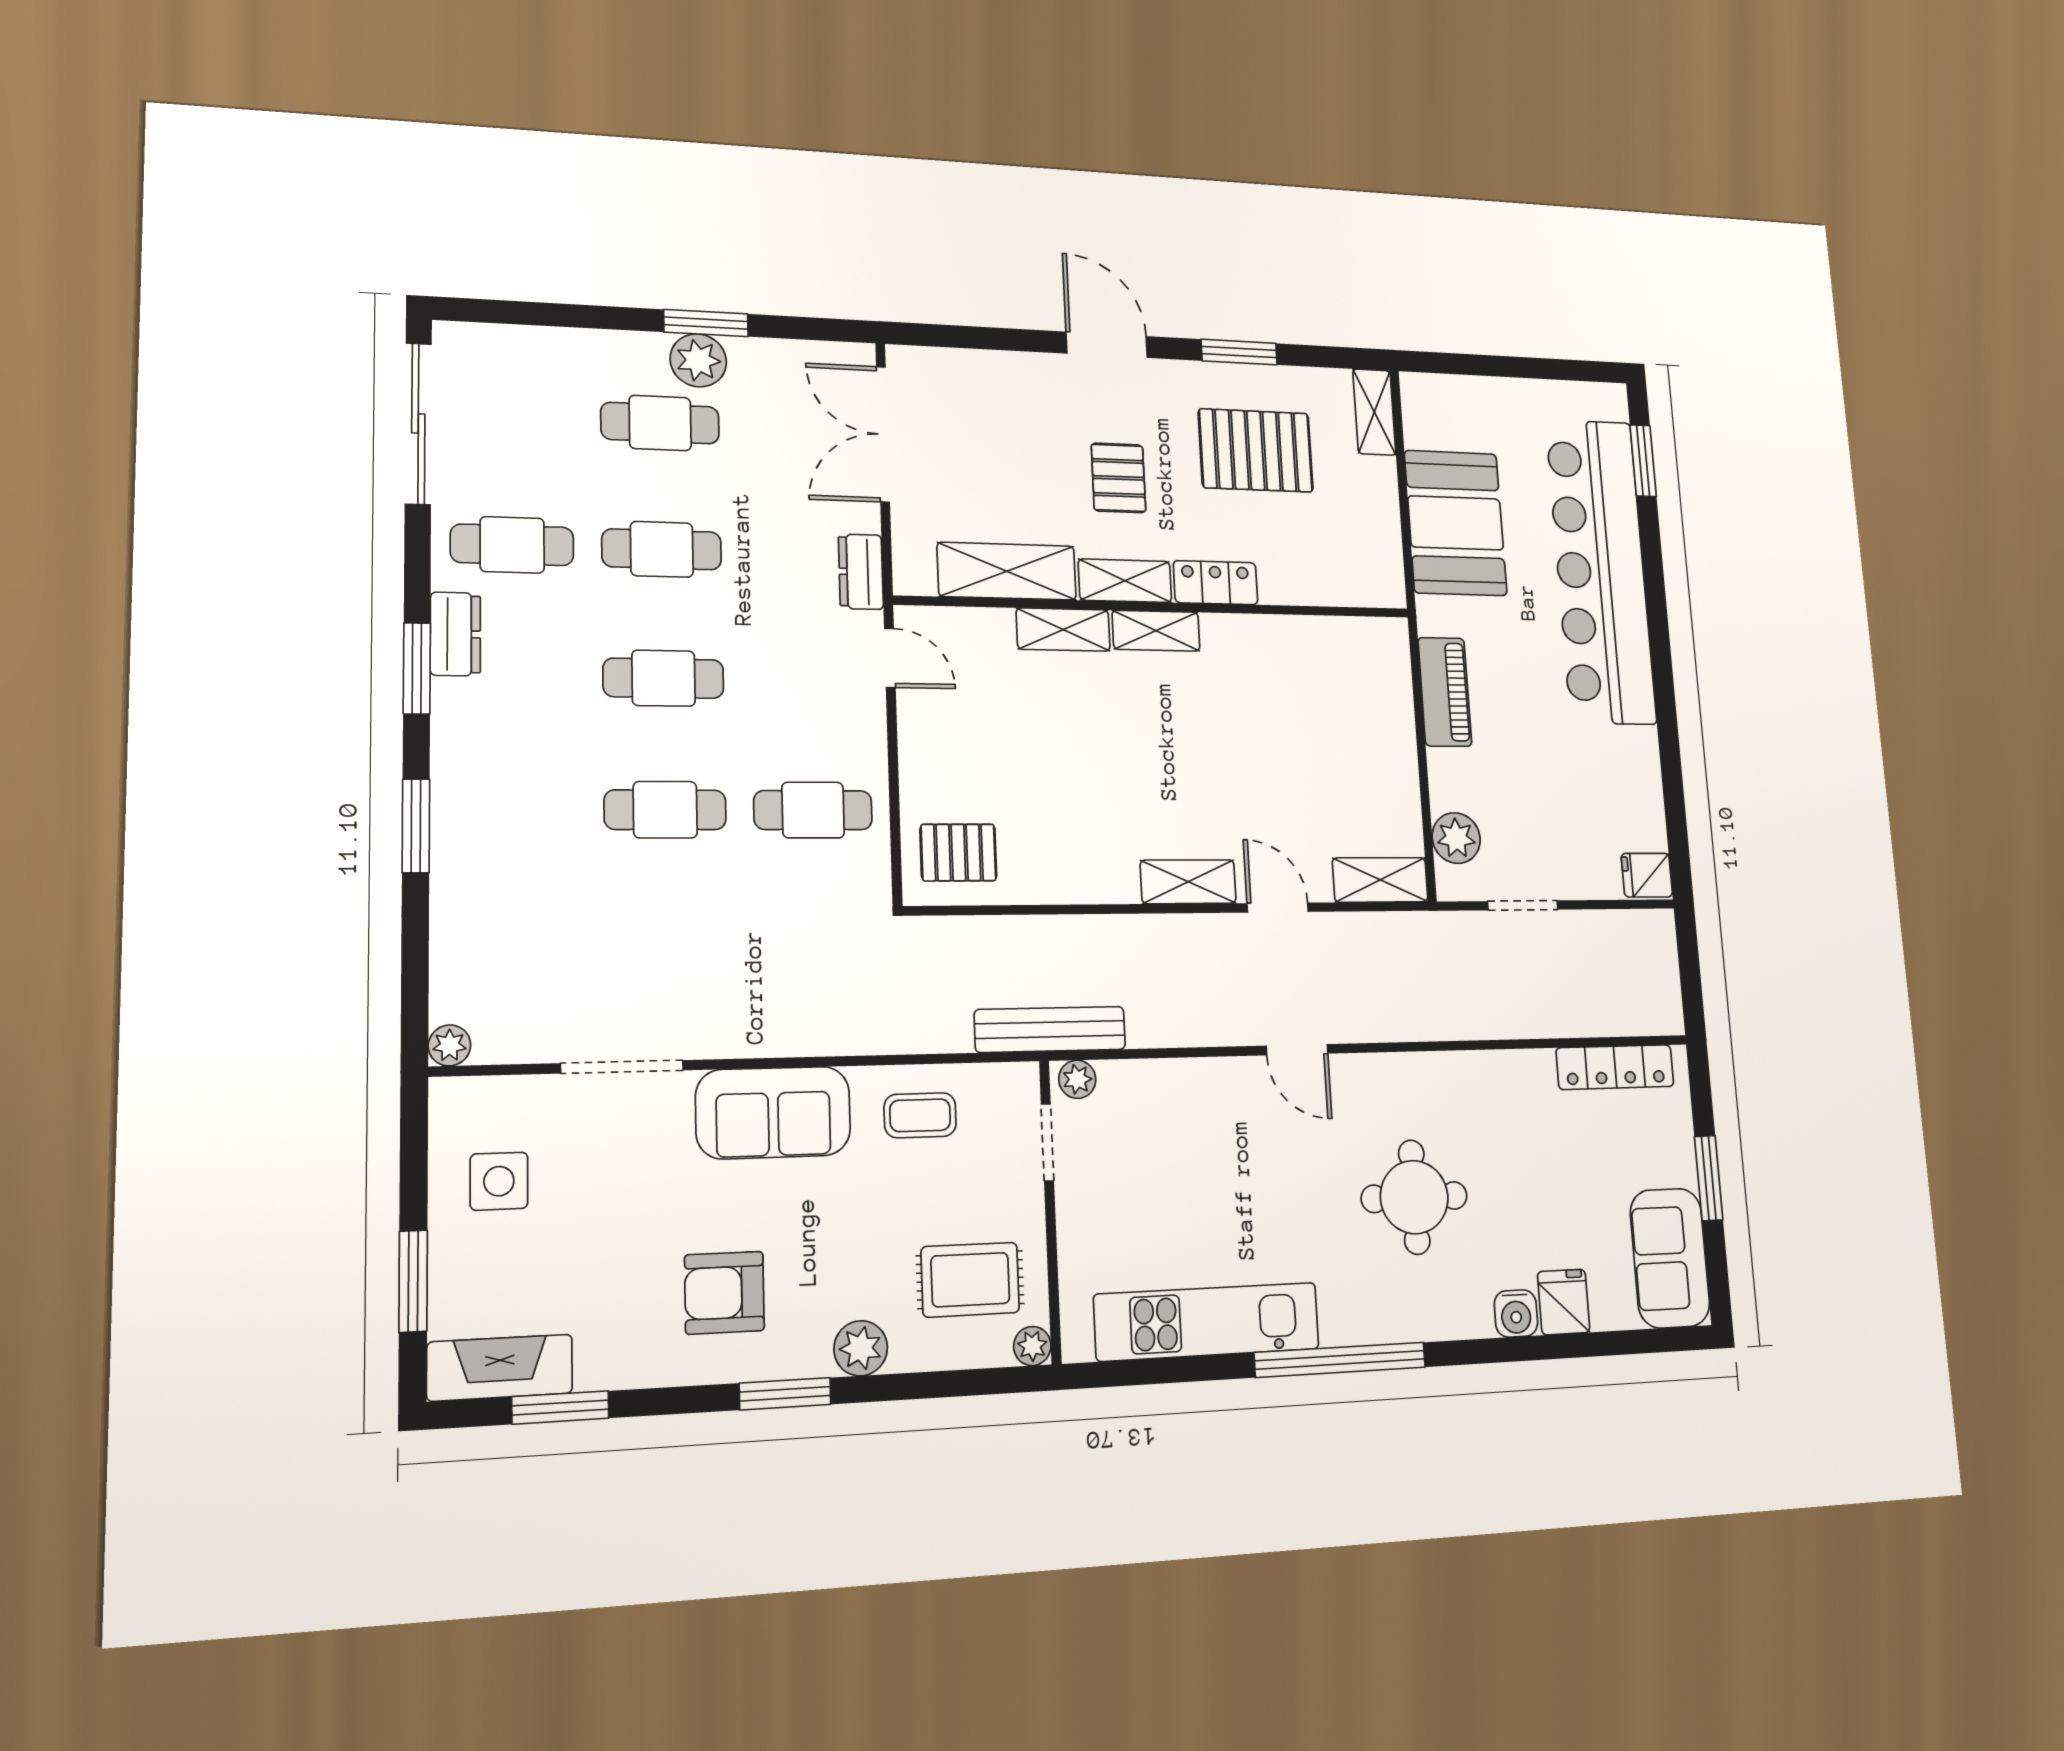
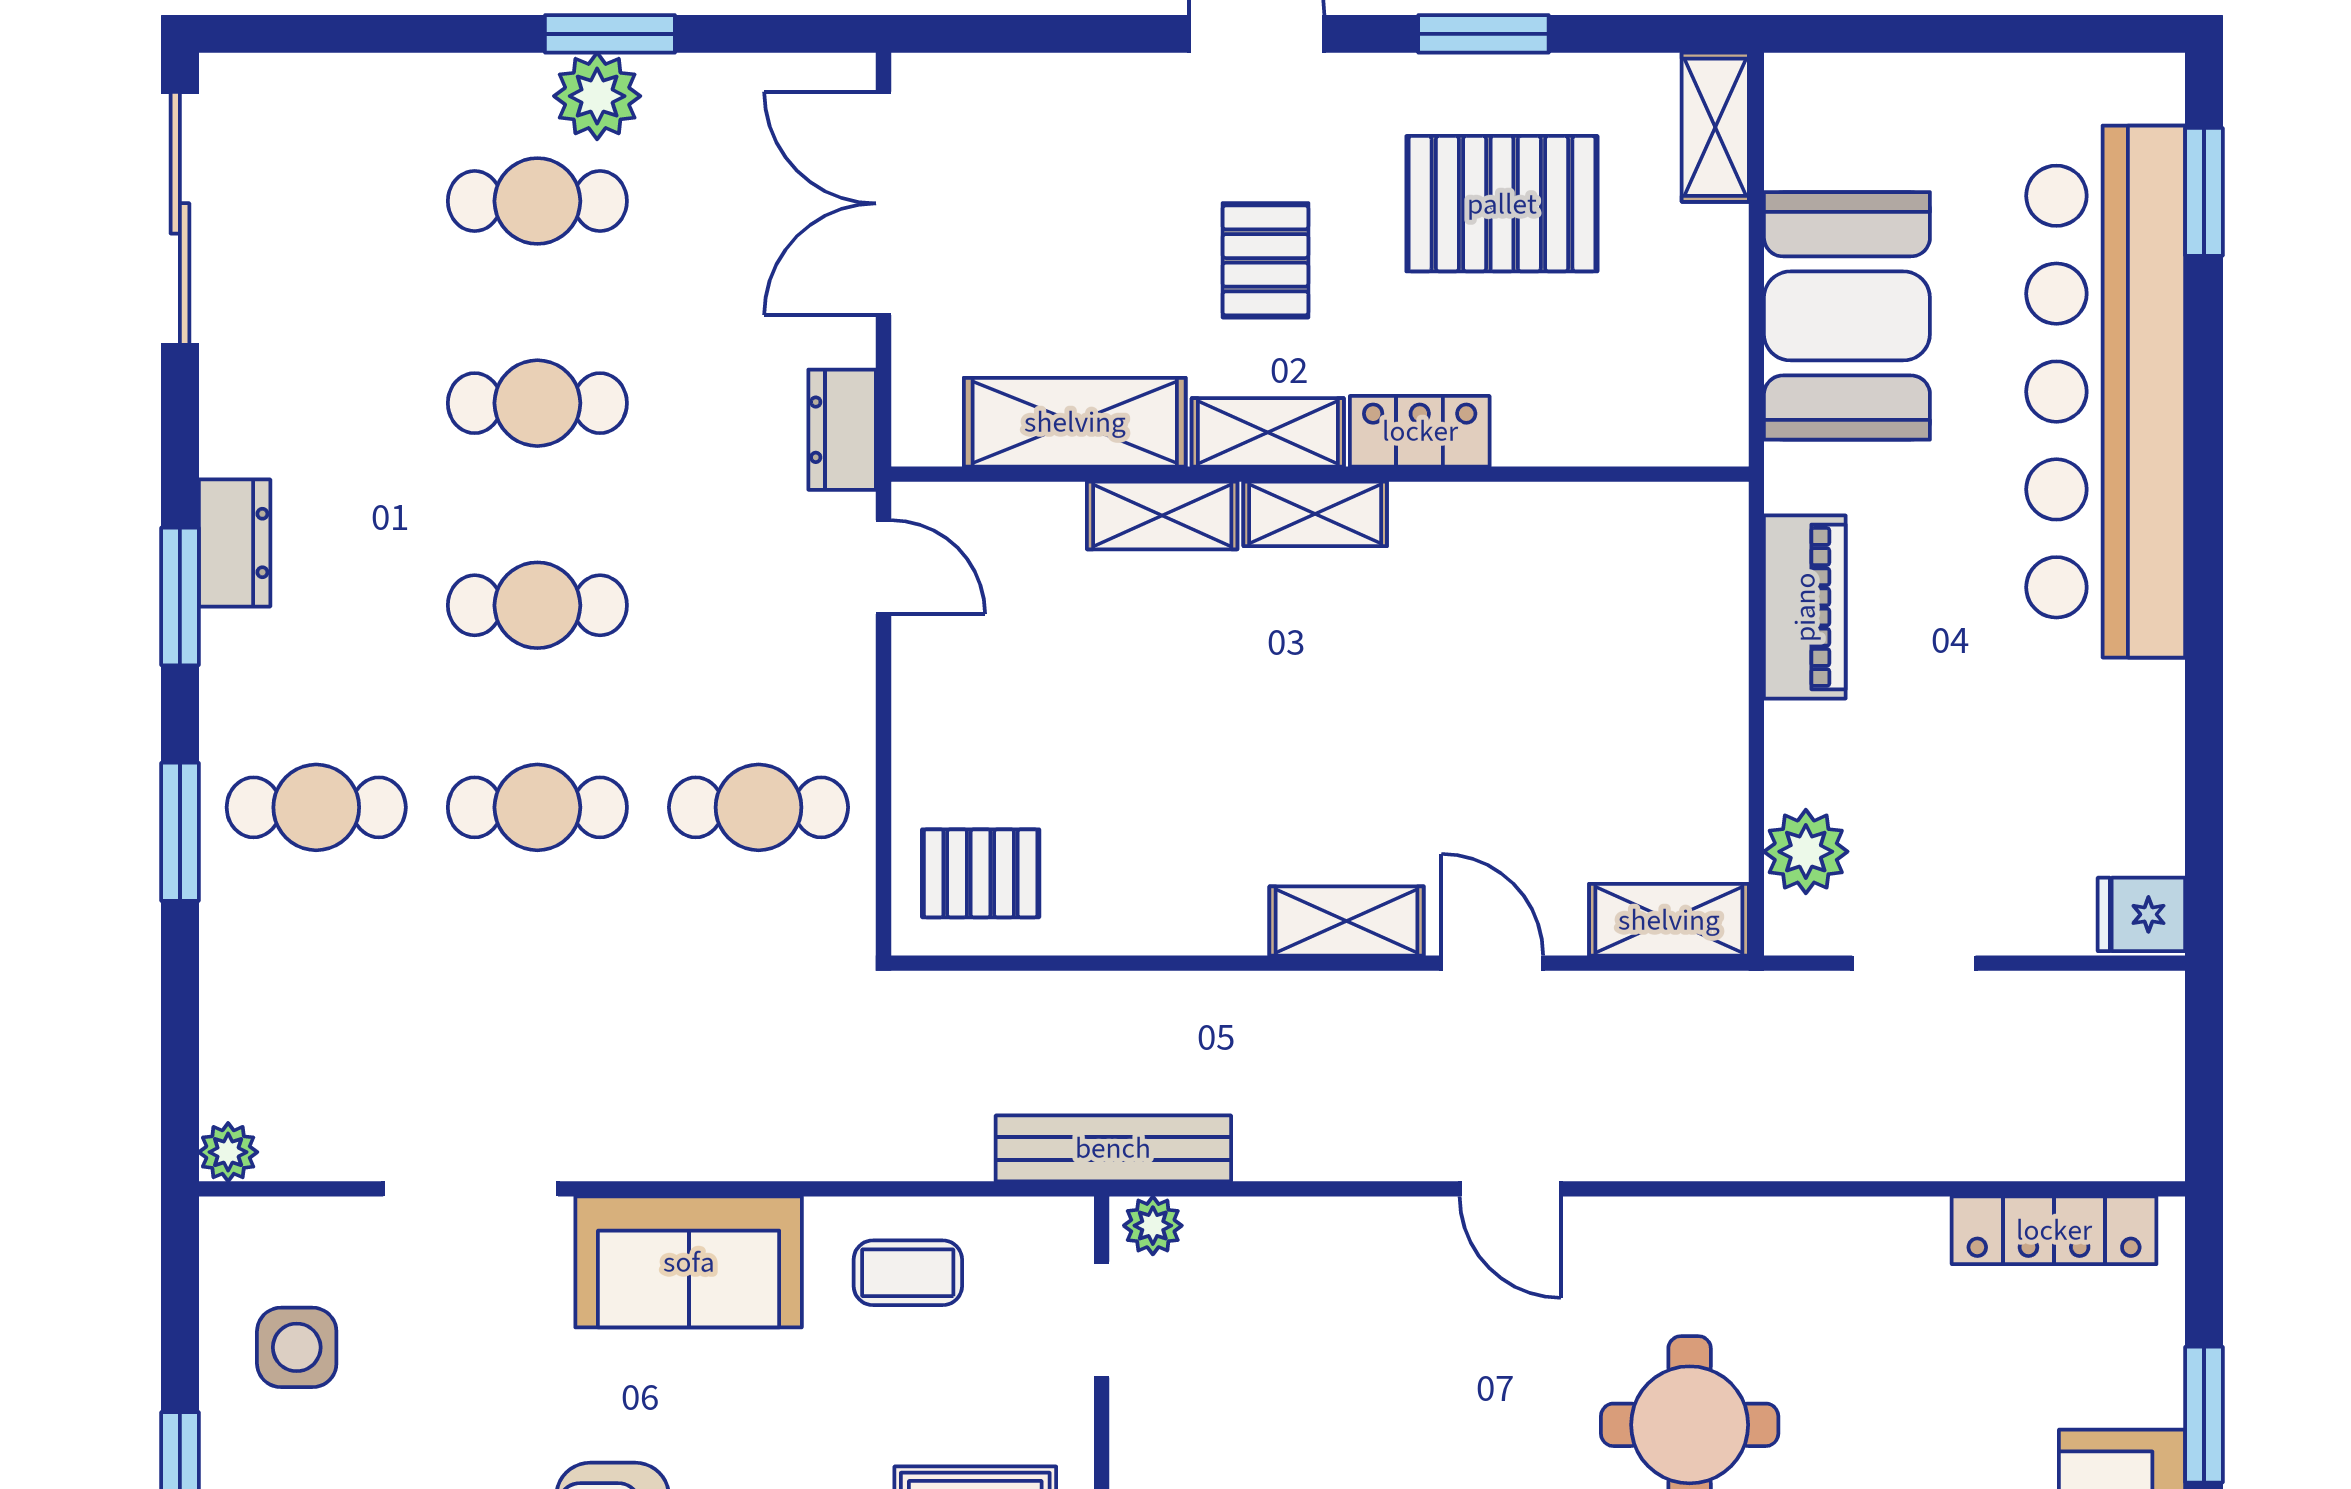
cafe table: (512, 545) -> (316, 807), moved

